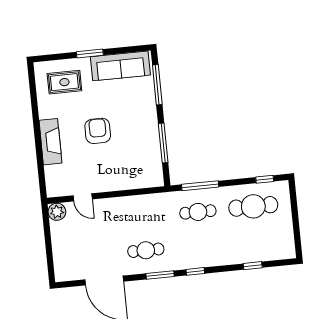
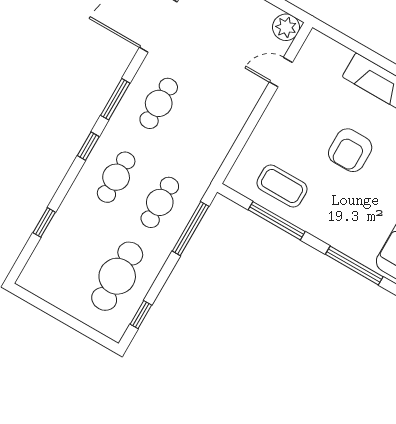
armchair: (98, 131) -> (350, 150), turned 90
coffee table: (143, 153) -> (282, 186), added
cafe table: (201, 245) -> (116, 177), added

